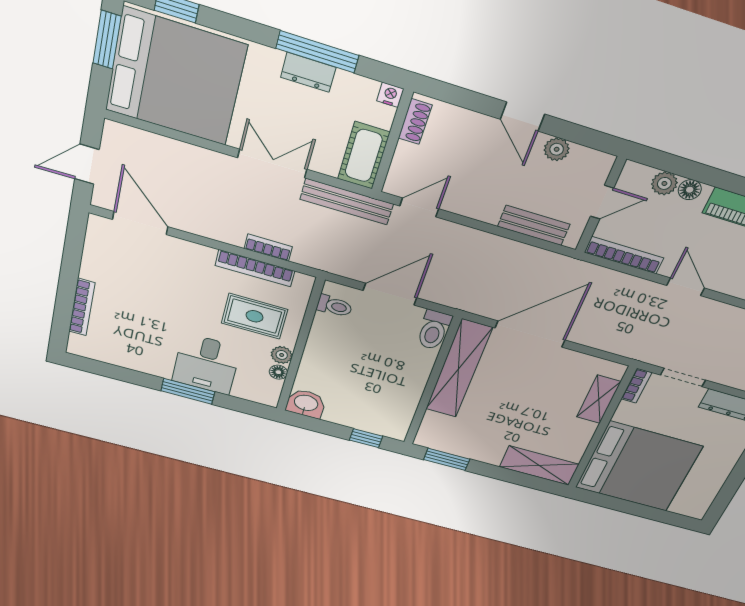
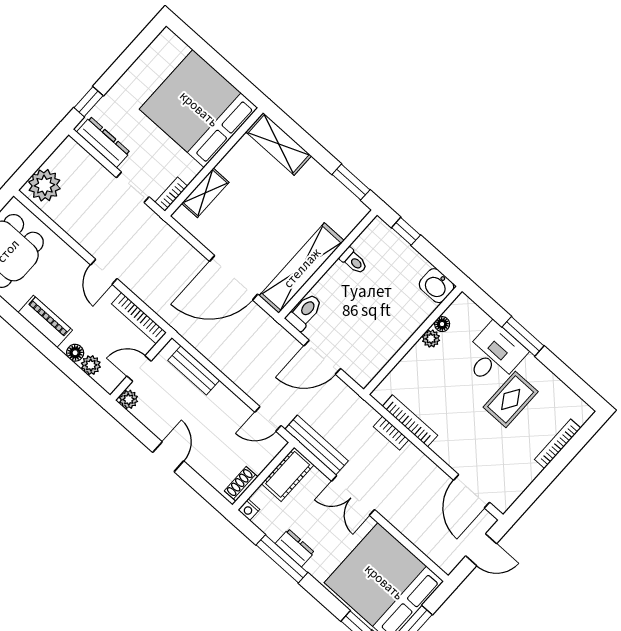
plant: (557, 149) -> (129, 399), moved
toilet: (334, 306) -> (353, 261), moved, turned 180
rug: (255, 316) -> (511, 399), moved, turned 90

